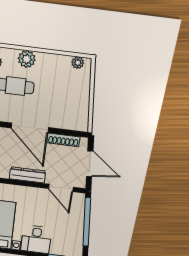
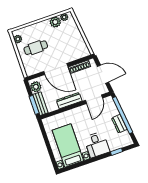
plant: (27, 59) -> (55, 22), moved
door: (61, 188) -> (94, 99), hinge flipped
dresser: (77, 229) -> (119, 124), added

